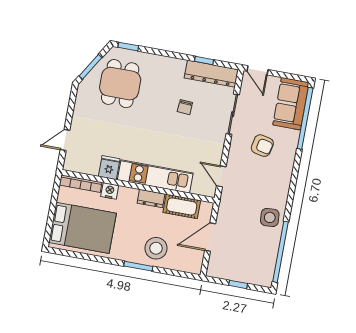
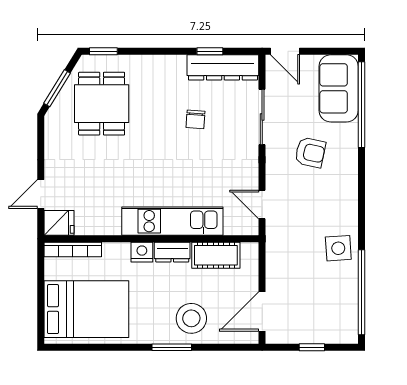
fridge: (109, 168) -> (59, 223), moved, turned 90
nightstand: (110, 191) -> (142, 252), moved
door: (210, 237) -> (262, 311), moved

